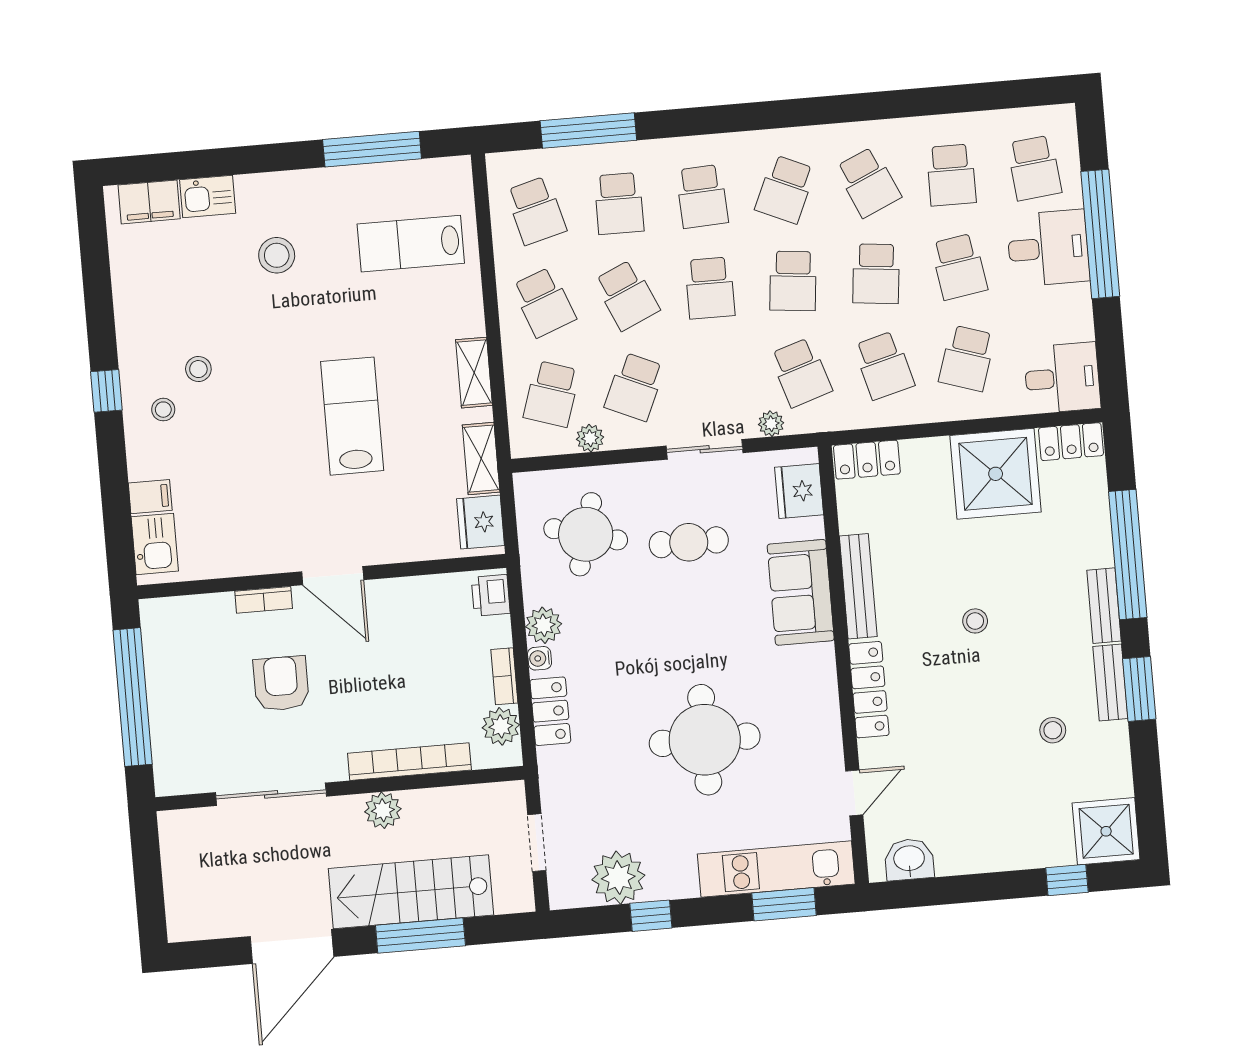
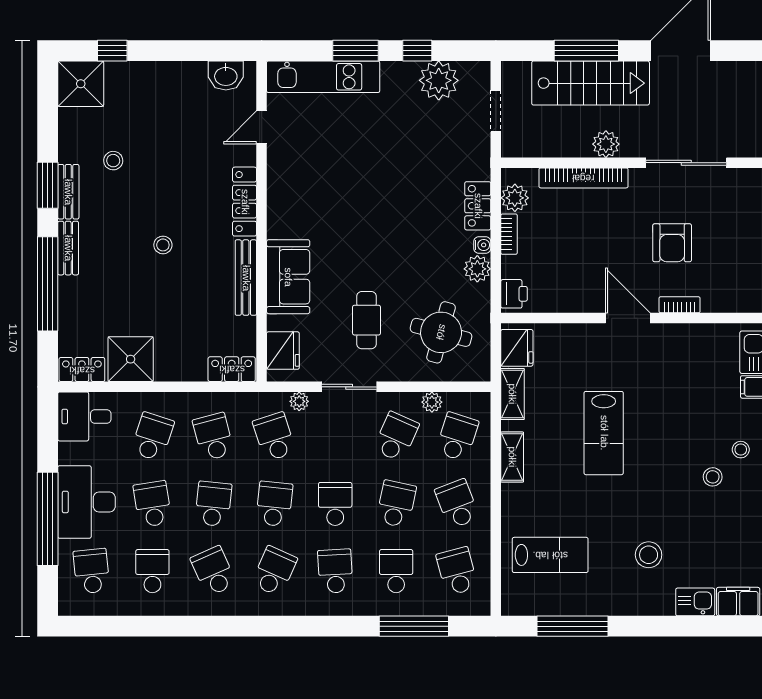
desk: (1048, 248) -> (86, 502), width x1.37
school desk: (627, 295) -> (396, 504), turned 36
shower: (996, 474) -> (131, 359), width x0.73, depth x0.73
cafe table: (689, 542) -> (366, 320), turned 90
round table: (705, 740) -> (367, 175), removed
window: (784, 904) -> (355, 51), moved

